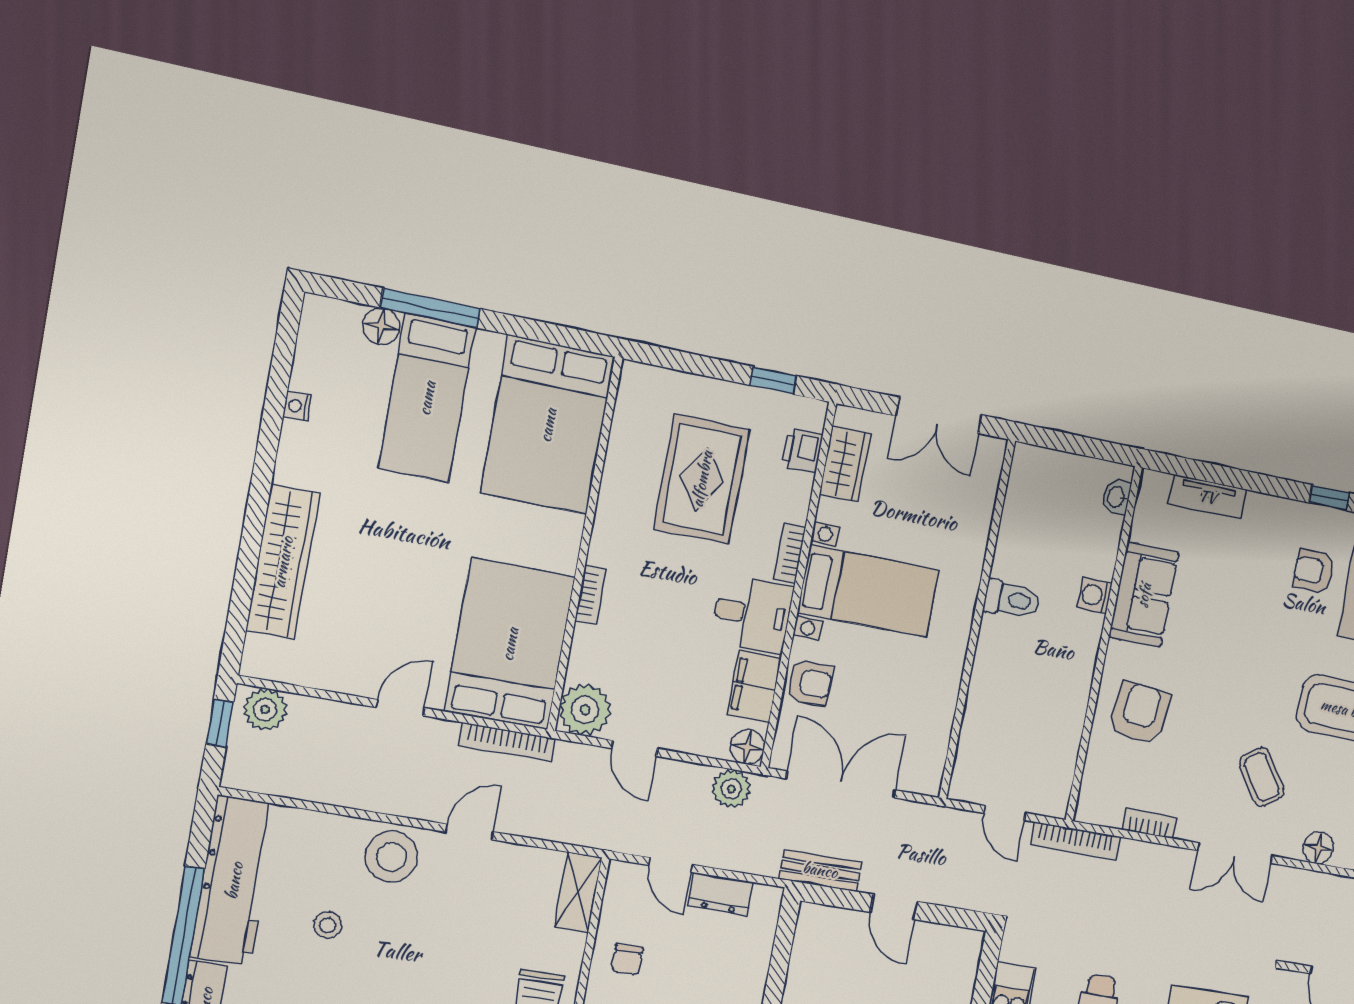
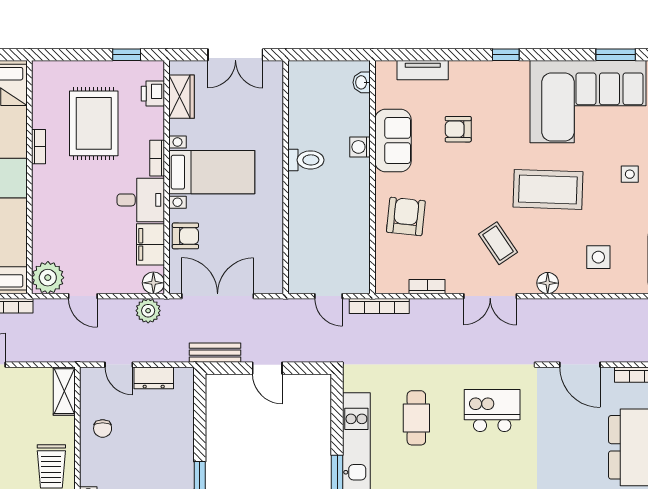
armchair: (1314, 571) -> (458, 129), moved
bookcase: (591, 595) -> (39, 147), moved

